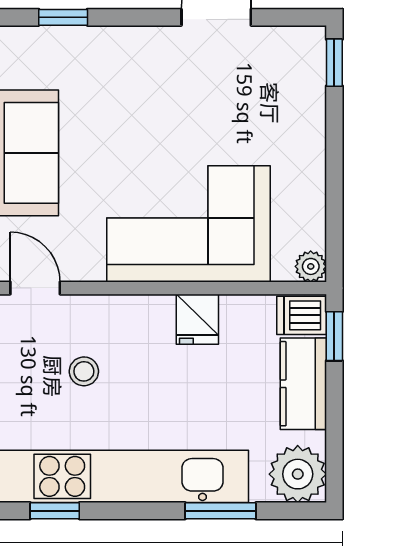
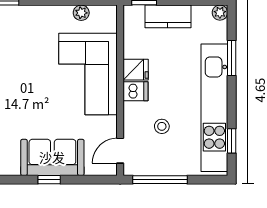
plant: (311, 266) -> (81, 13), moved
dishwasher: (302, 315) -> (136, 91), moved, turned -90
plant: (298, 474) -> (220, 13), width x0.53, depth x0.53

